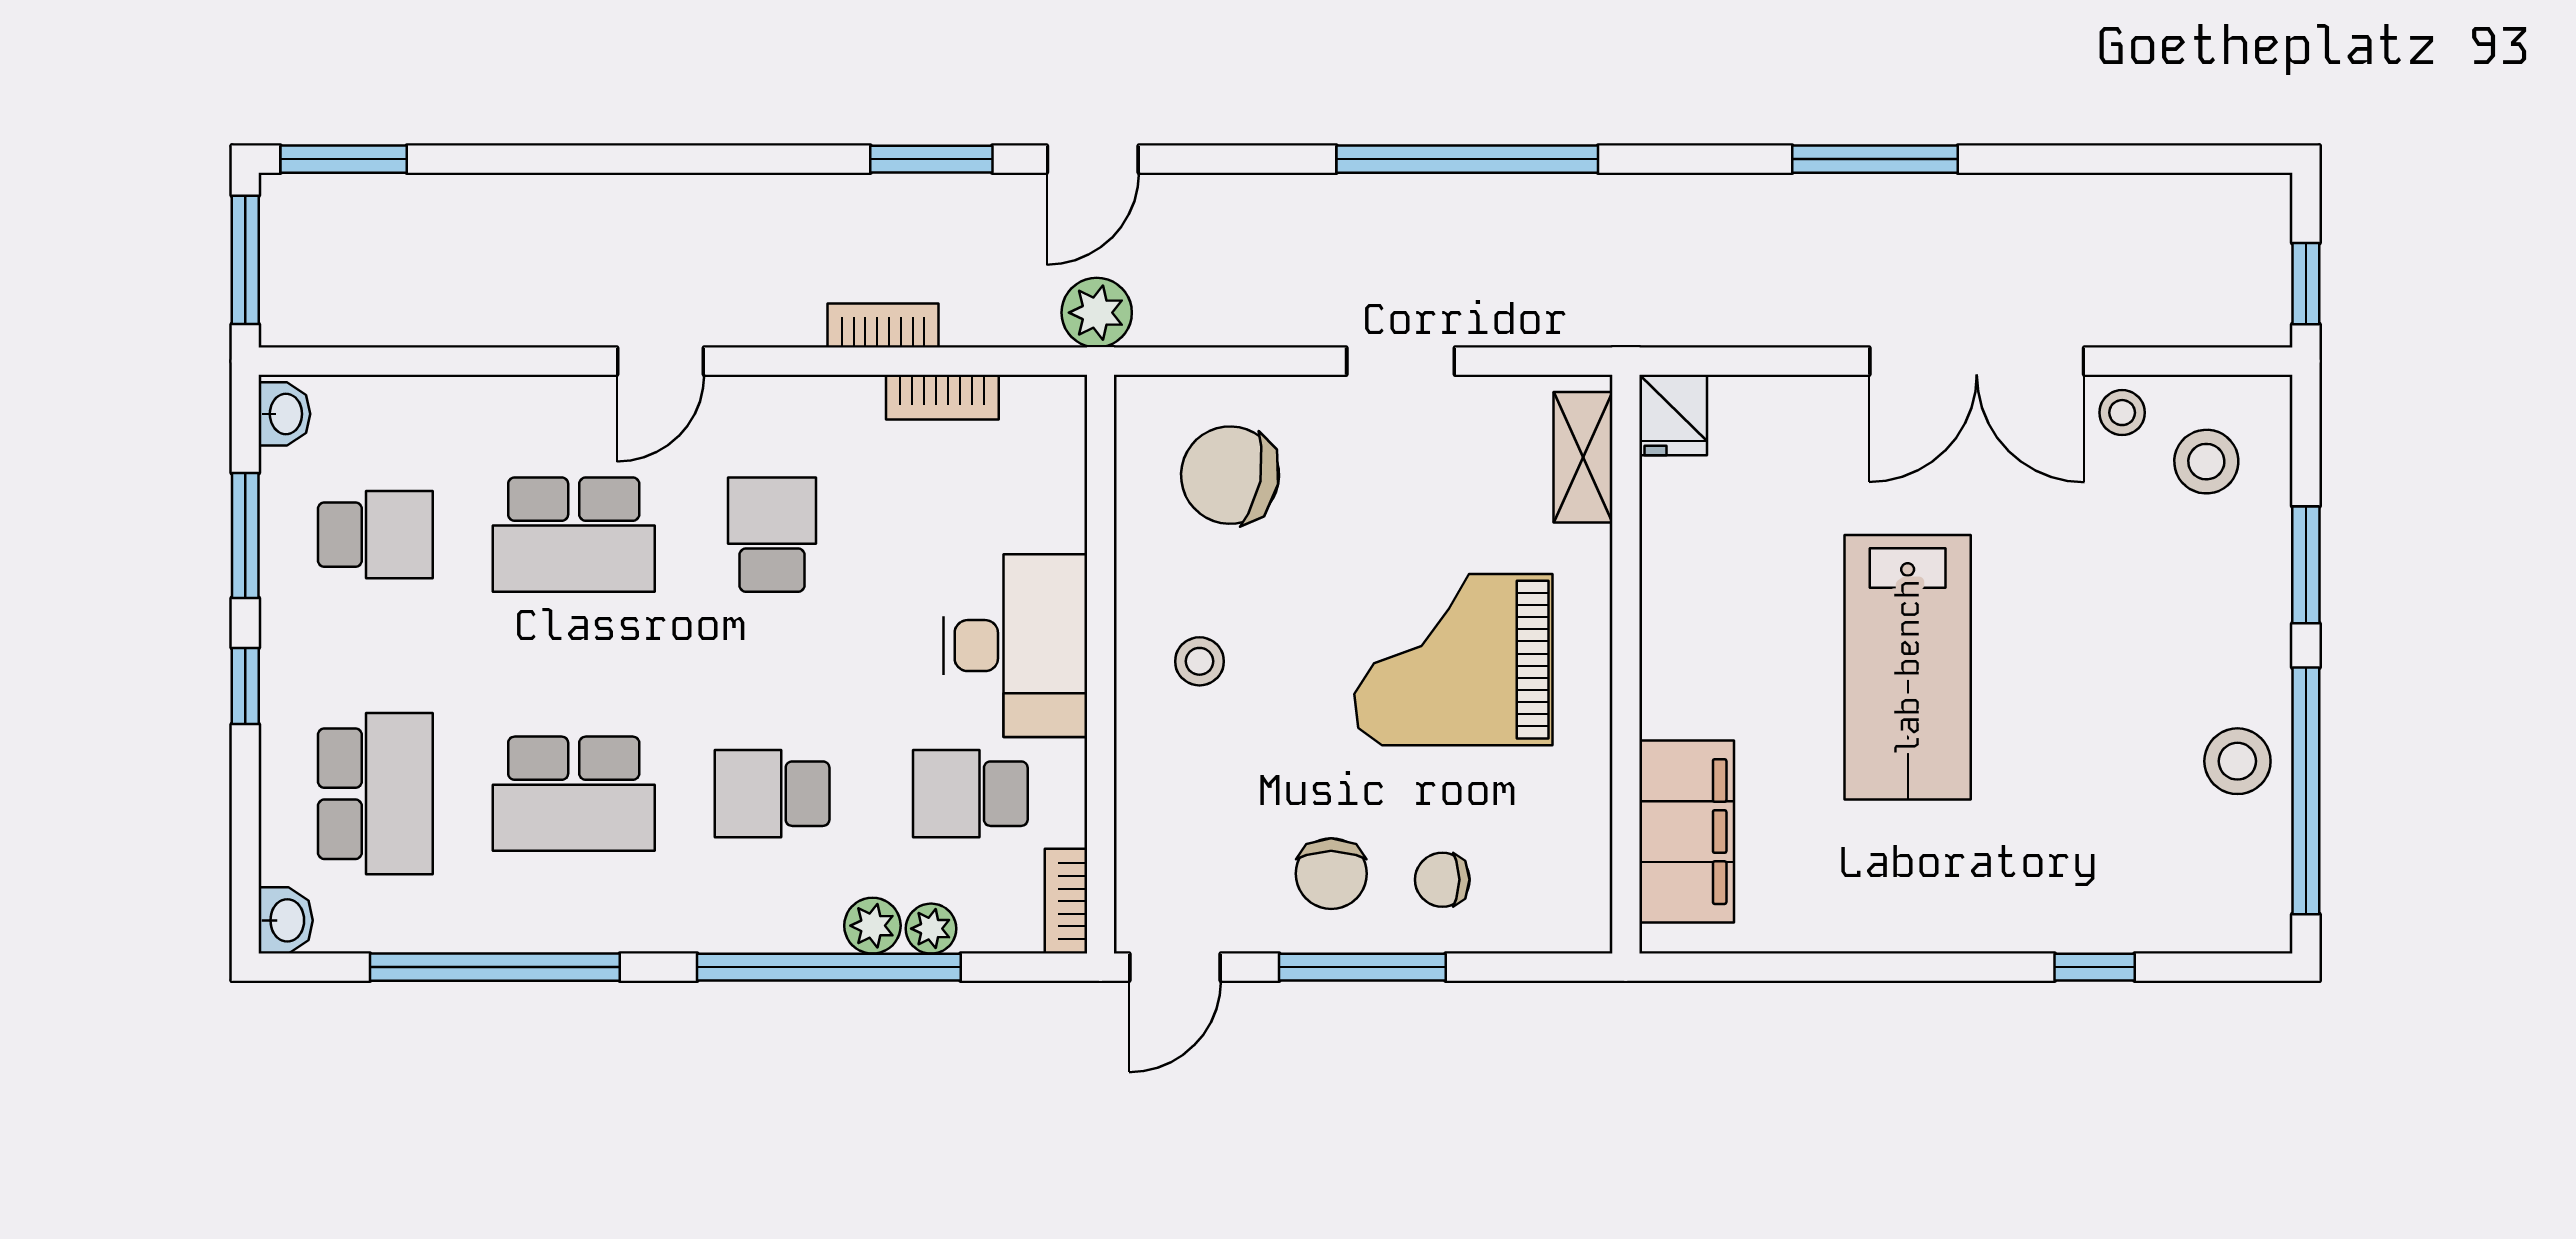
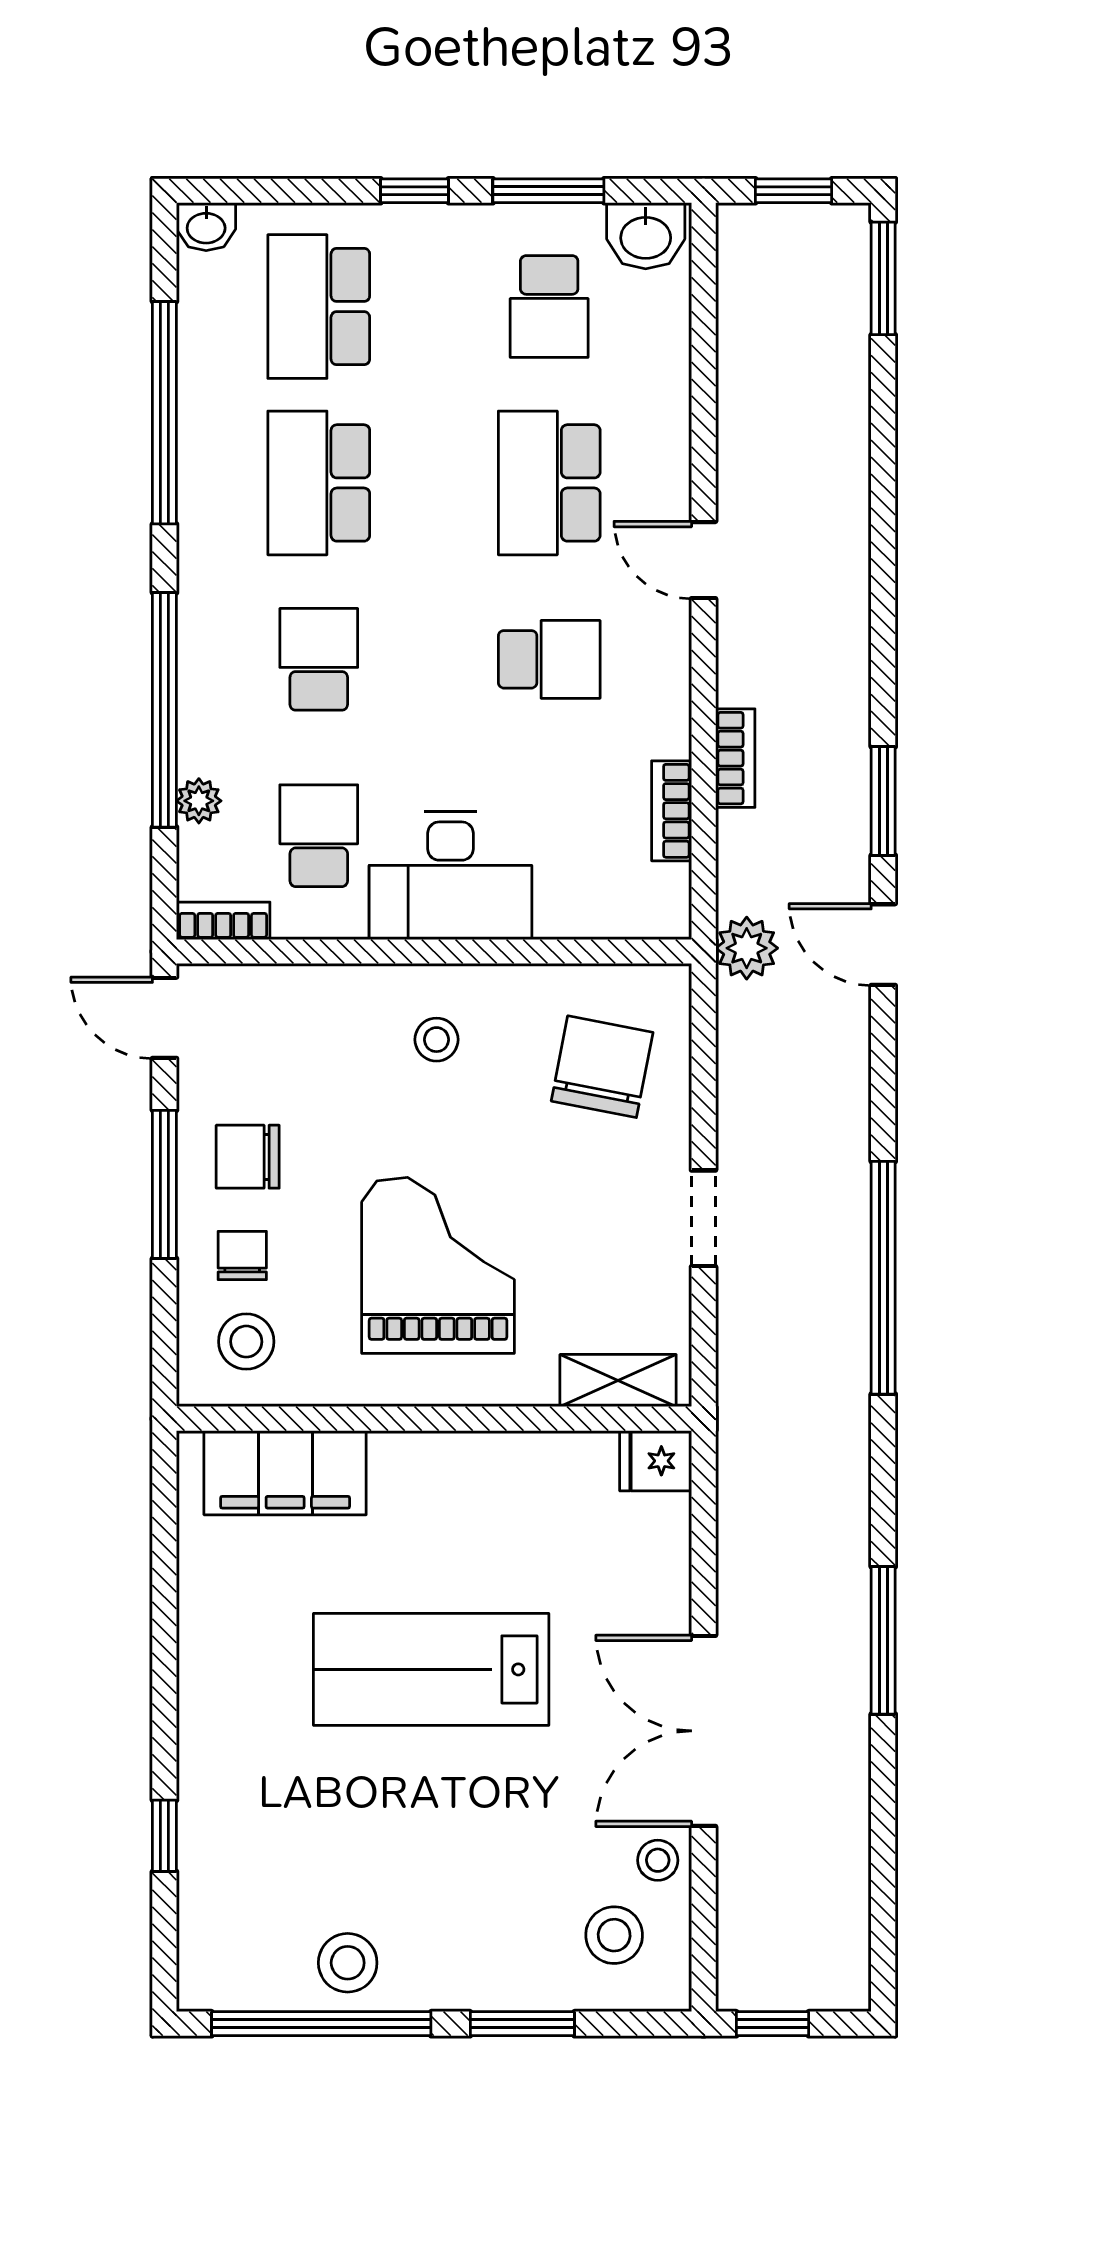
window: (245, 260) -> (794, 191), width x0.67
washbasin: (284, 414) -> (646, 236), width x1.38, depth x1.45
school desk: (375, 794) -> (319, 307), turned 90
stool: (1539, 875) -> (246, 1342), added
plant: (872, 926) -> (201, 749), removed

